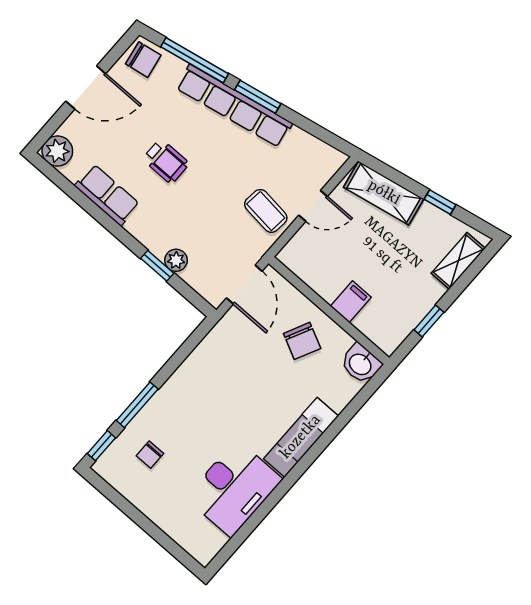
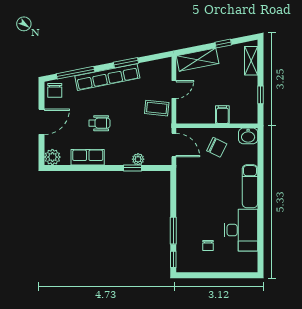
chair: (143, 60) -> (55, 90), turned 100
window: (258, 97) -> (126, 63), moved
chair: (150, 455) -> (208, 246), moved

